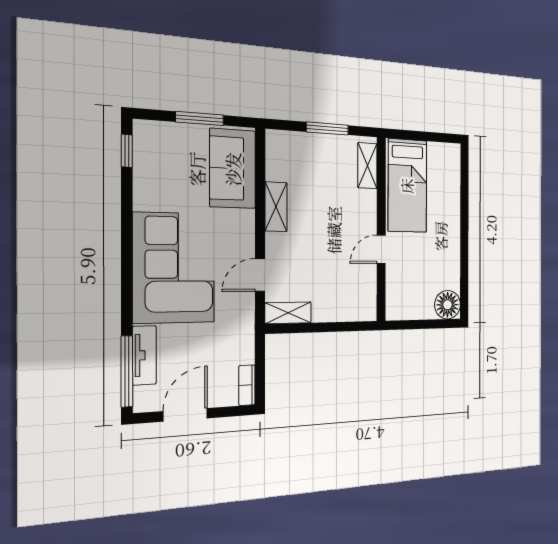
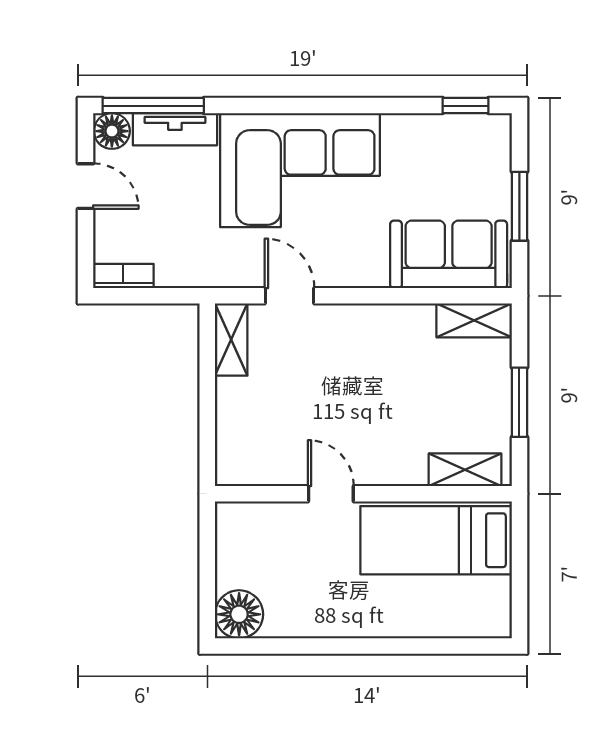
shelving: (276, 207) -> (474, 320), moved
floor lamp: (146, 399) -> (112, 131), added
door: (185, 415) -> (86, 186), width x0.73

